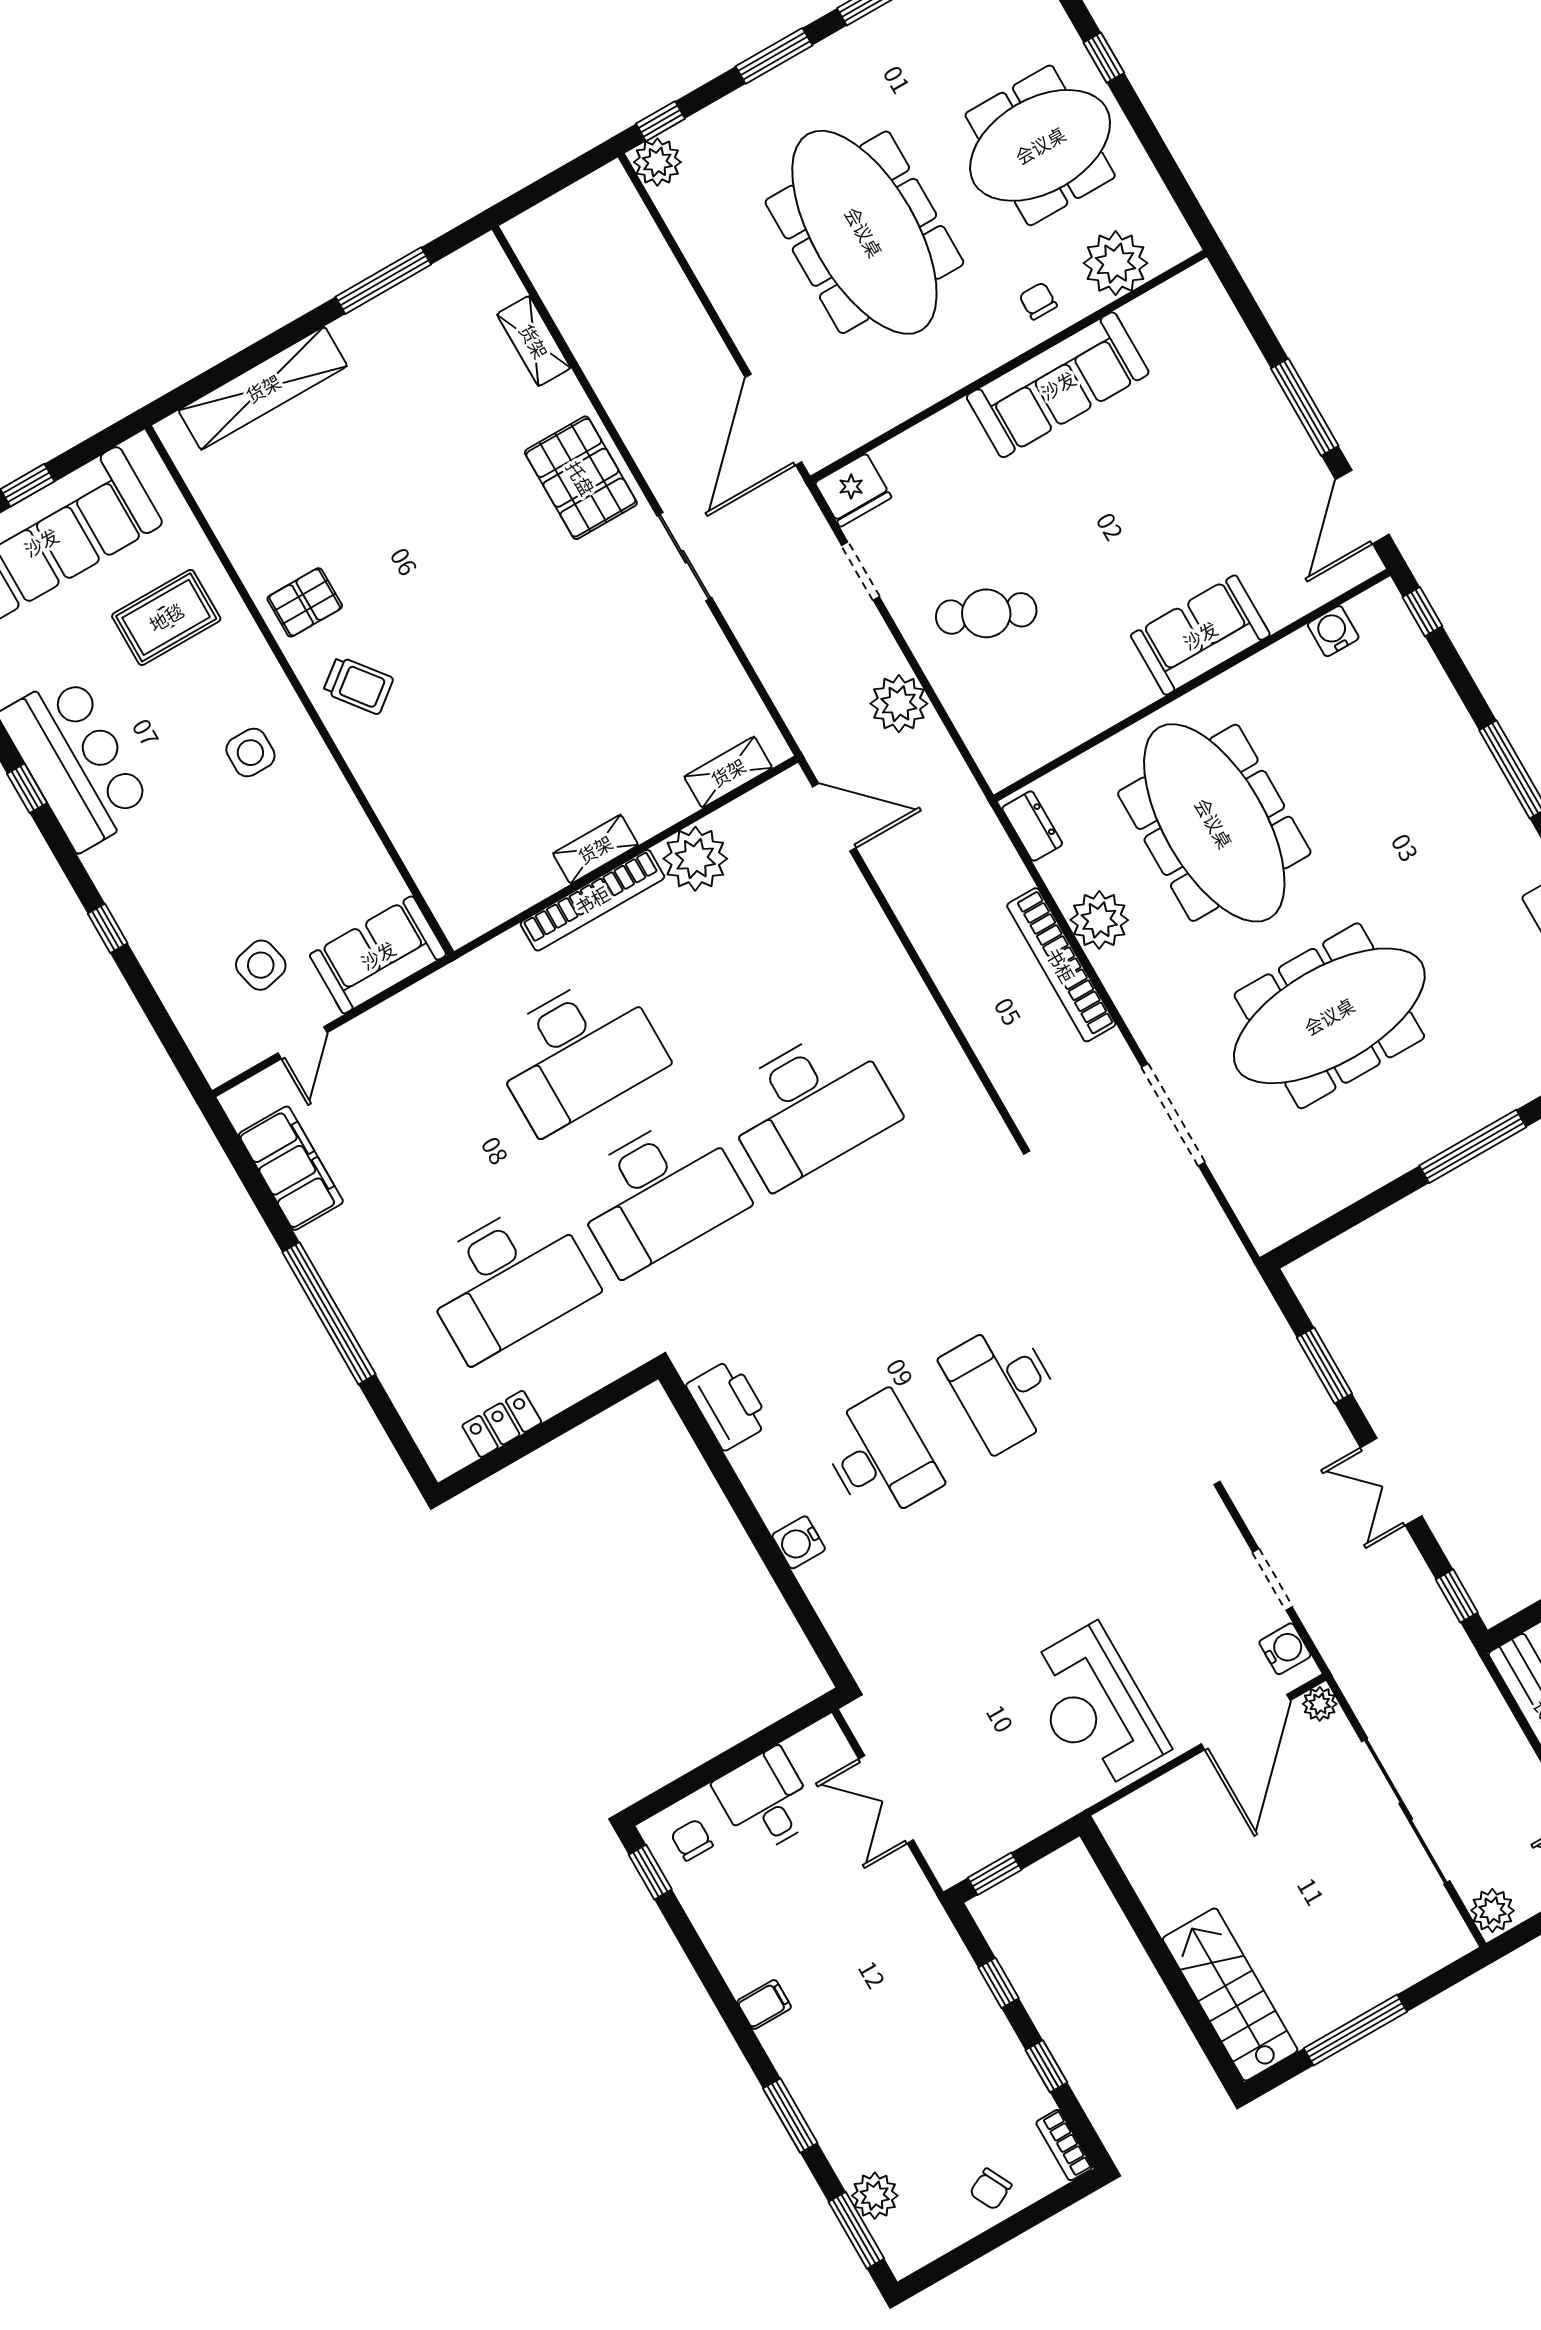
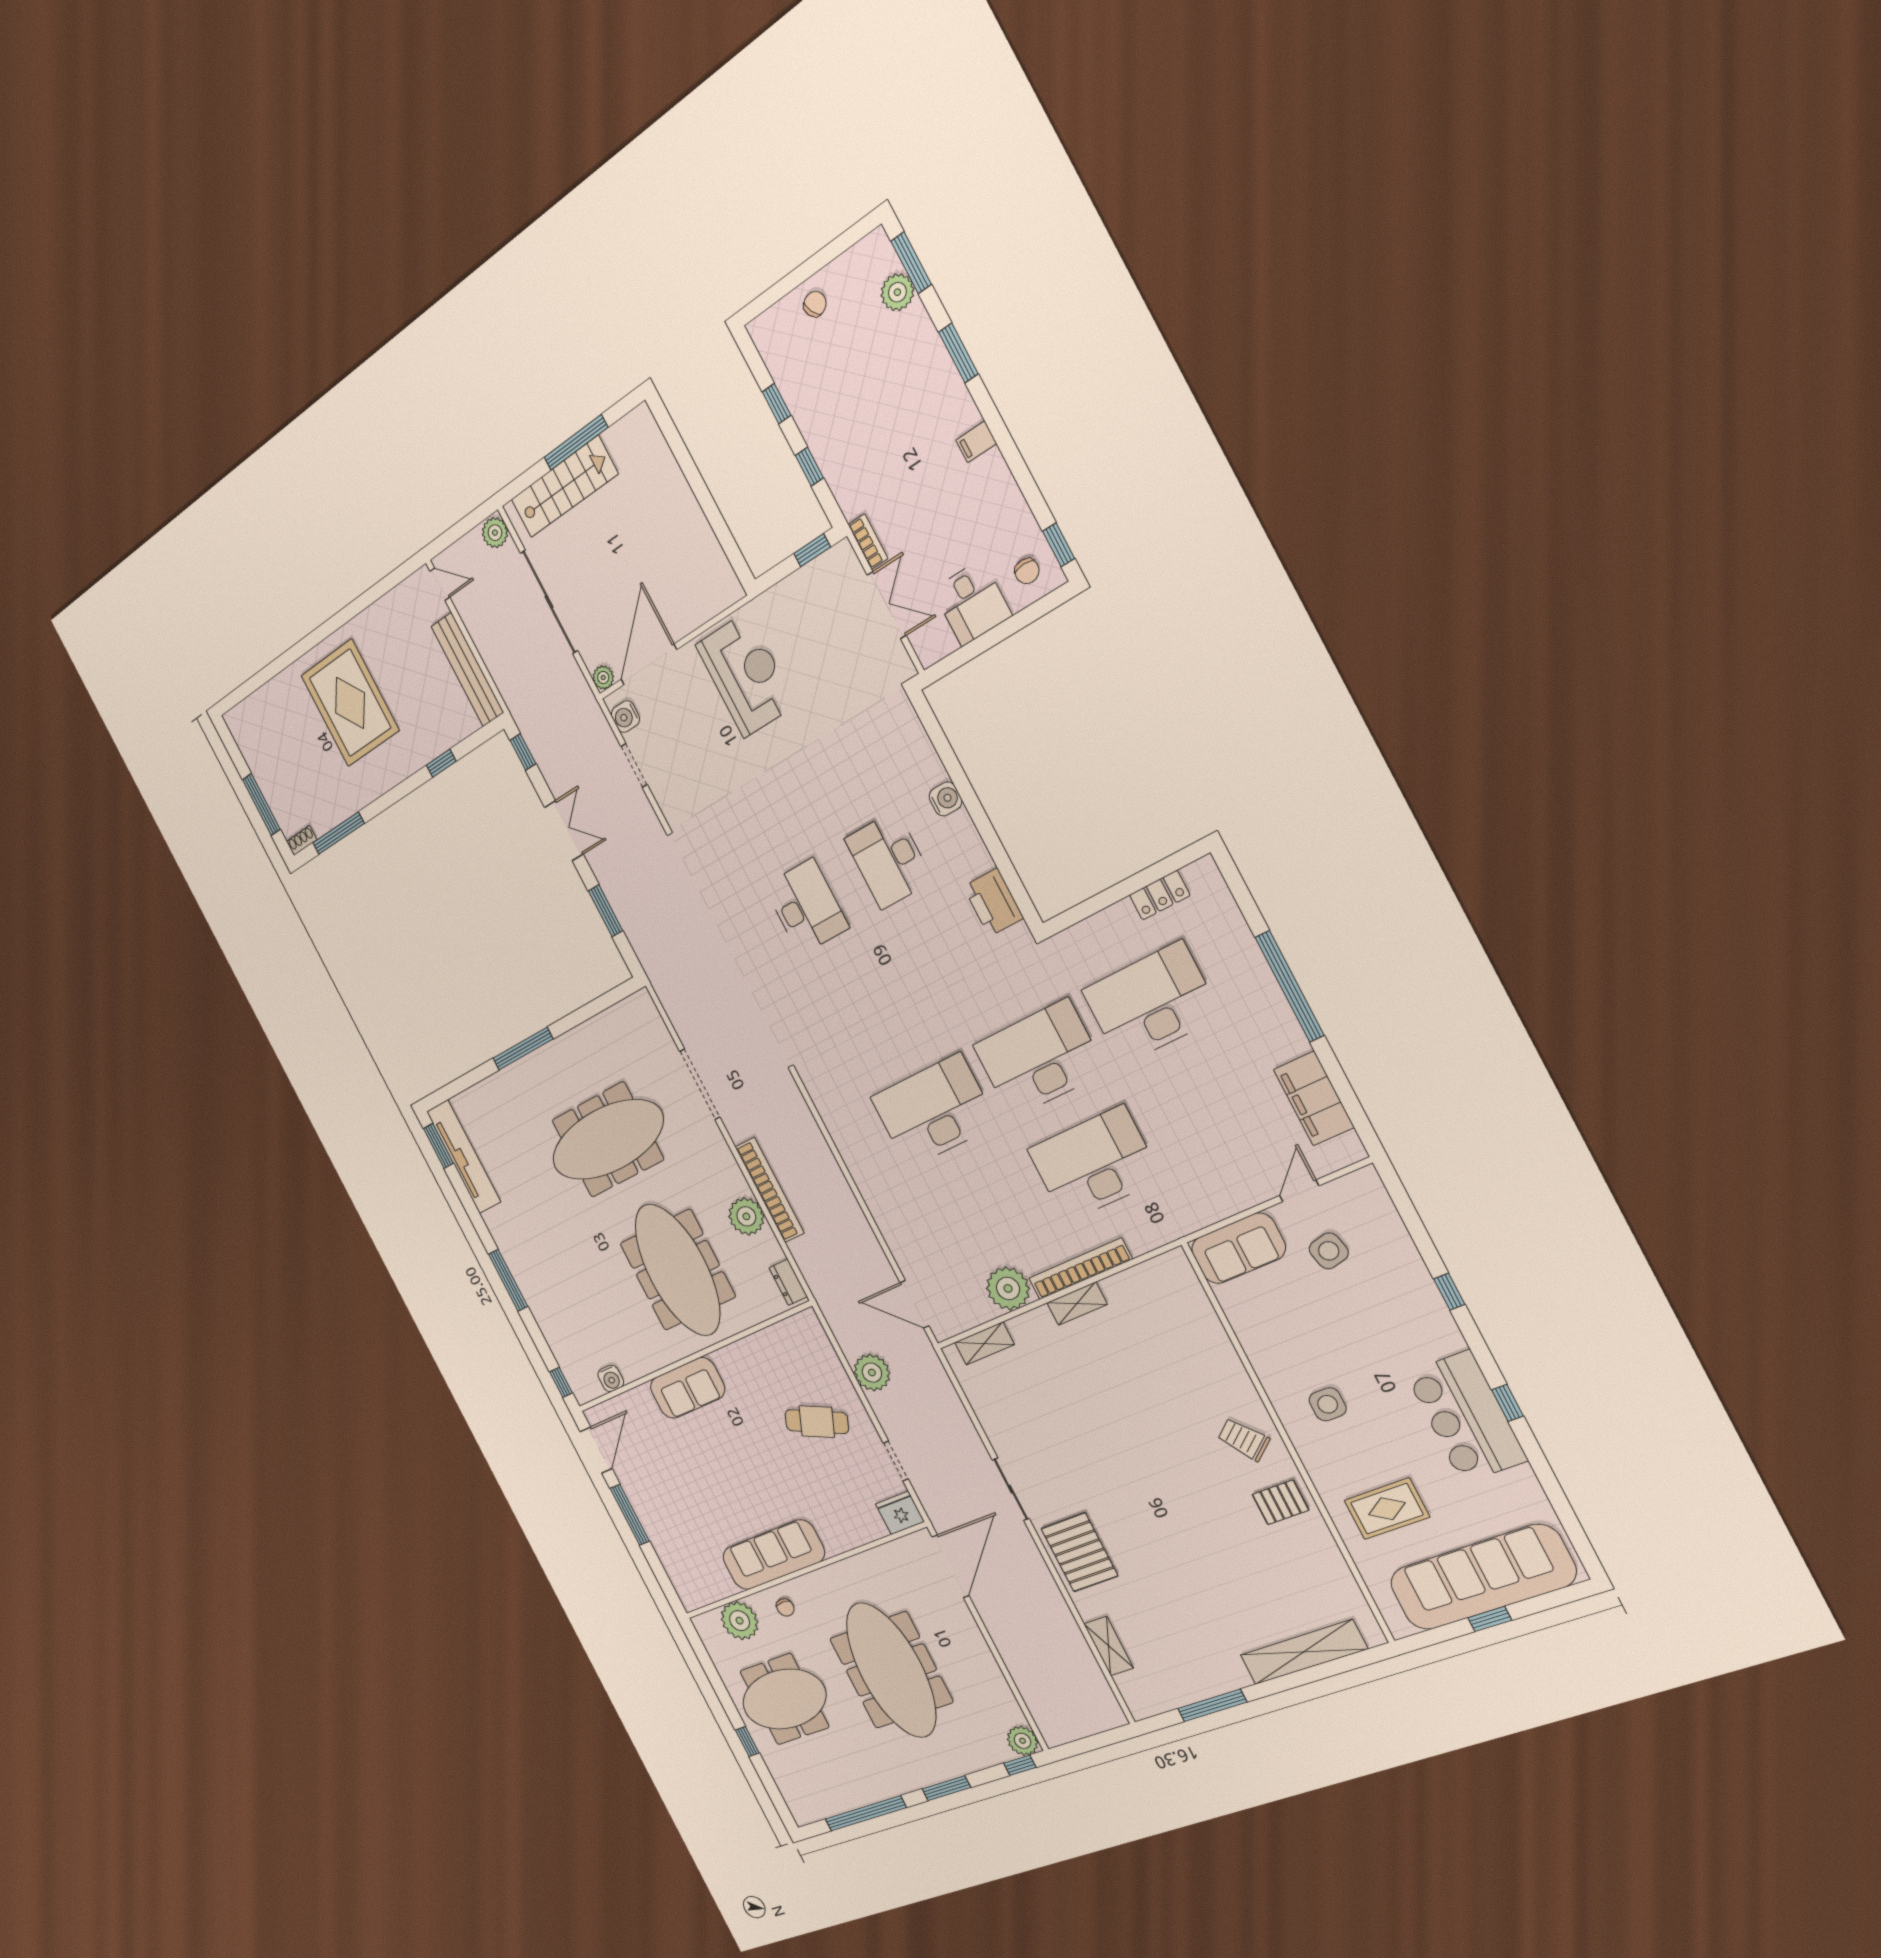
stairs: (1230, 1995) -> (564, 487), moved, turned -90
bookcase: (1064, 2145) -> (868, 542), moved

